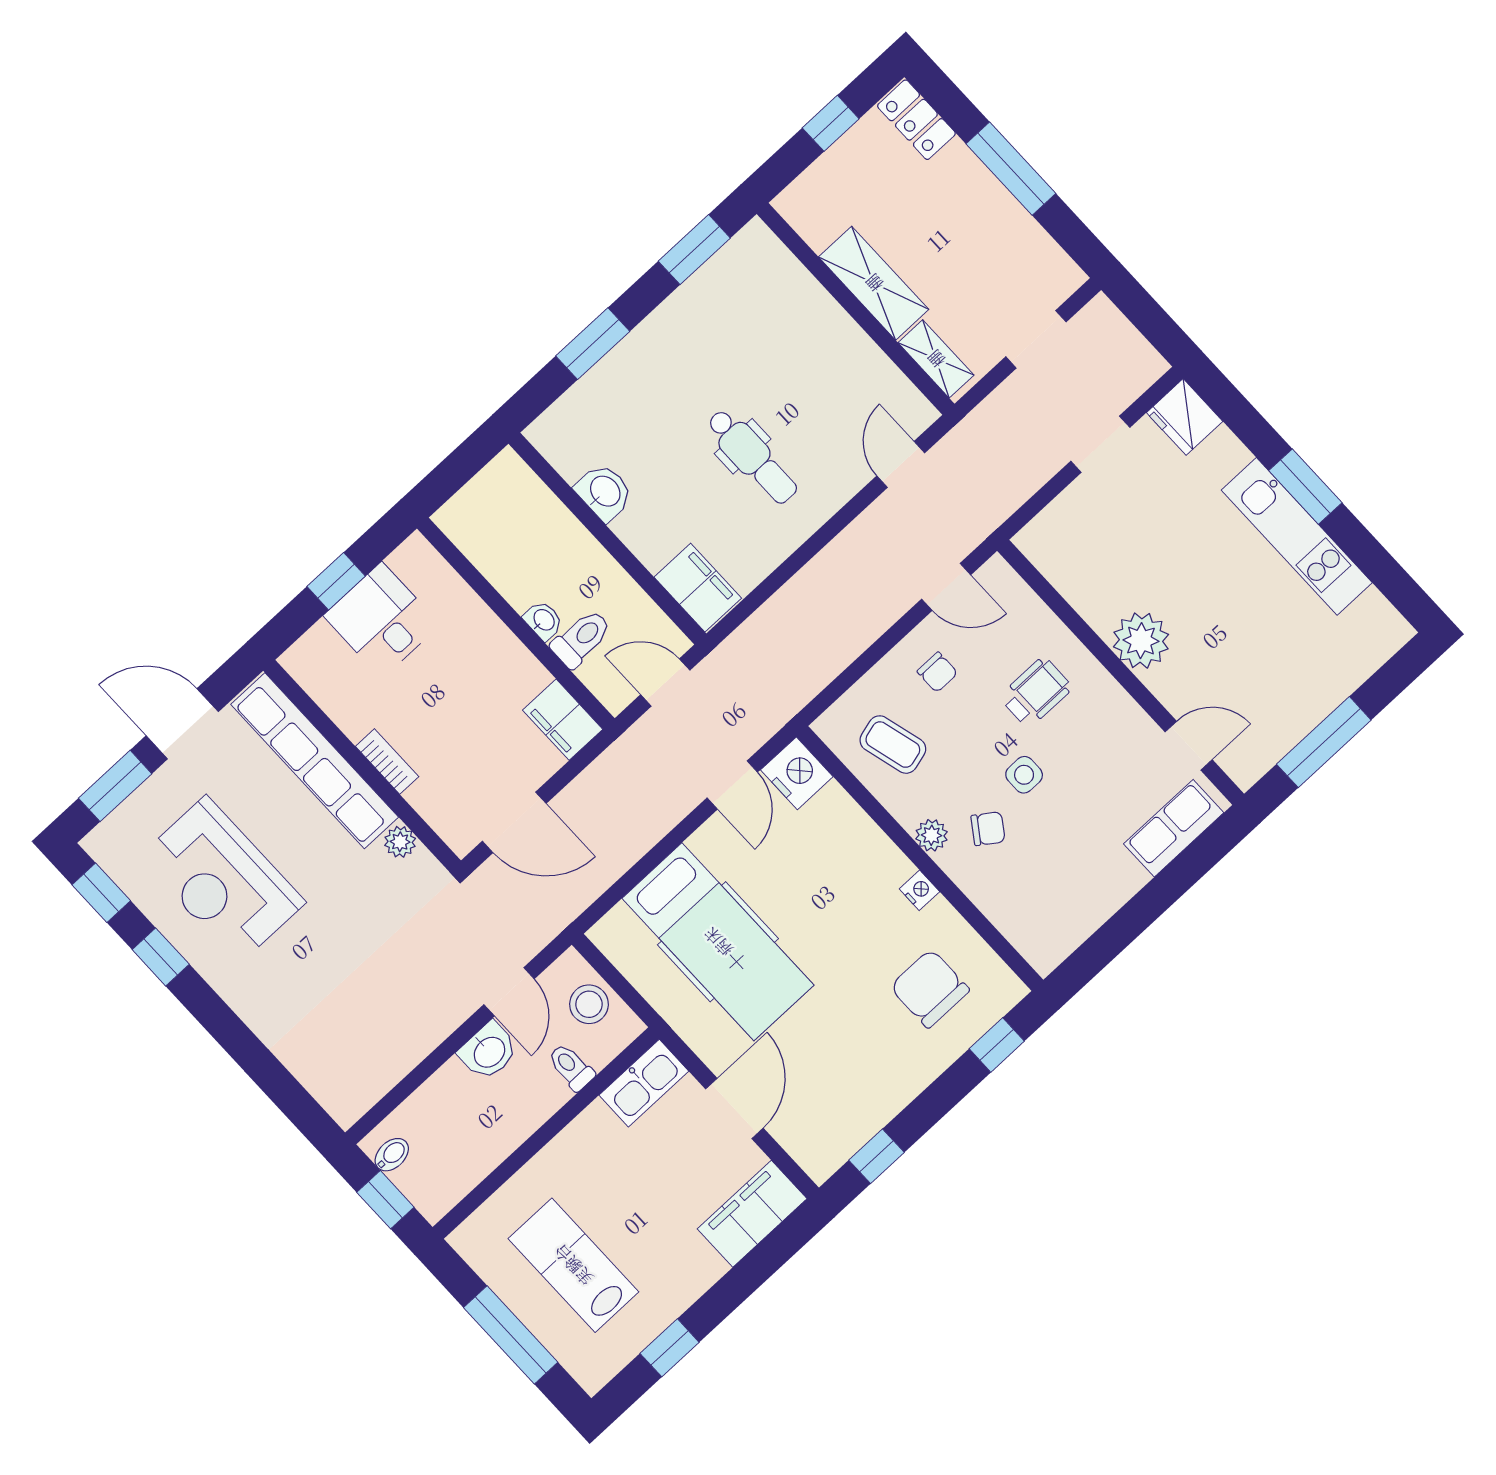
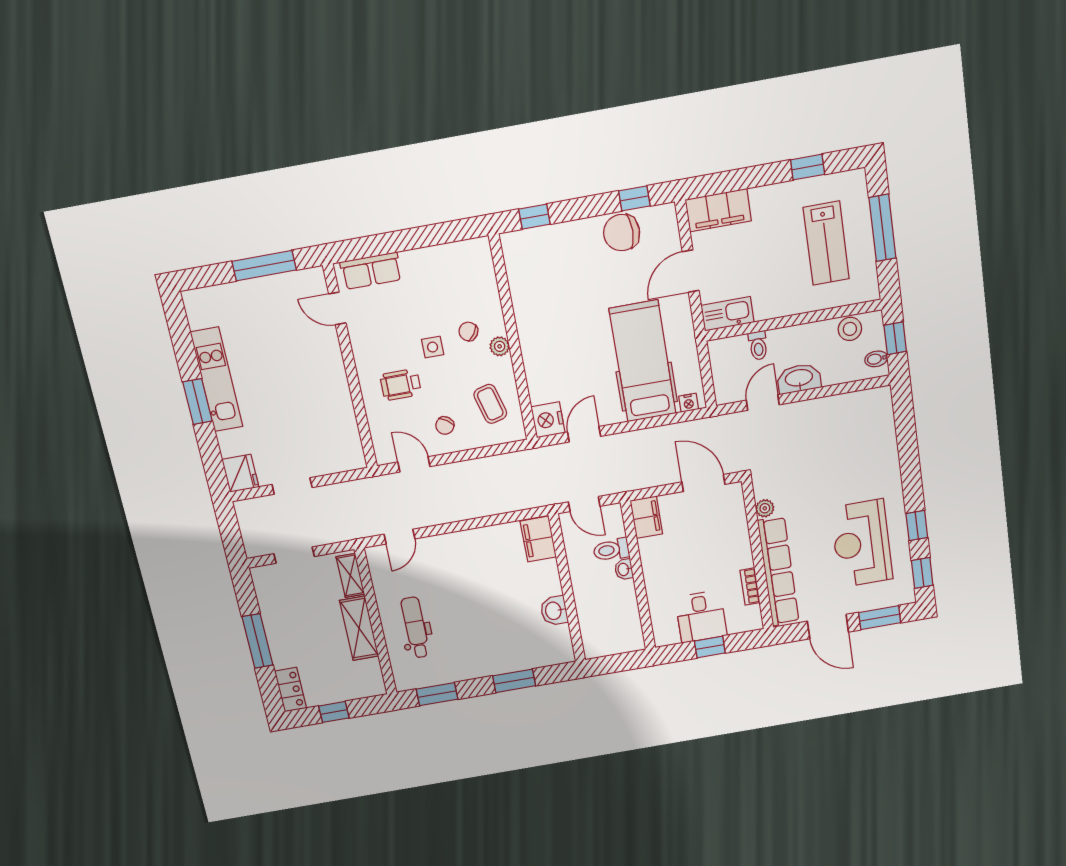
dental chair: (752, 456) -> (415, 628), moved
plant: (1141, 641) -> (330, 377), removed
chair: (937, 672) -> (445, 426), turned -144
bookcase: (387, 762) -> (750, 587), moved
reception desk: (222, 880) -> (862, 543), turned 180
nightstand: (919, 890) -> (689, 403), moved, turned -90
chair: (930, 988) -> (622, 233), moved, turned 90
stool: (589, 1004) -> (850, 329), moved
washbasin: (489, 1051) -> (799, 378), width x1.38

